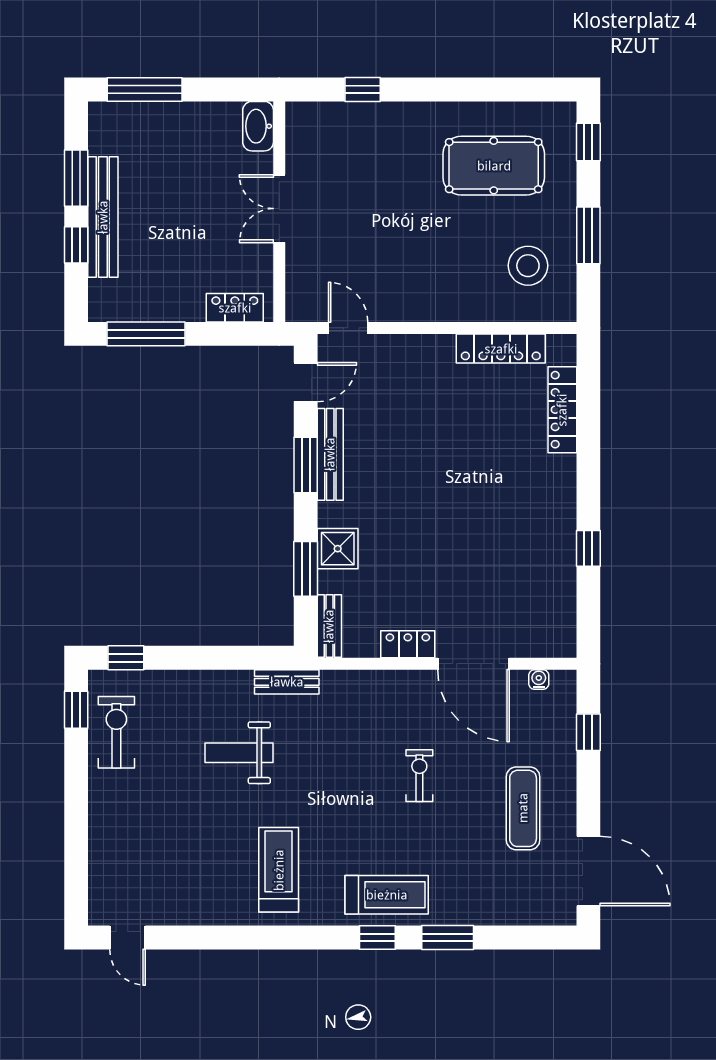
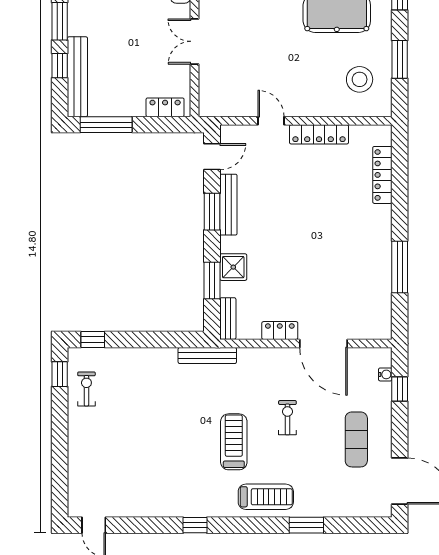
bench: (103, 217) -> (77, 77), moved
door: (348, 328) -> (271, 121), moved
locker: (501, 349) -> (319, 134), moved
window: (588, 548) -> (400, 267), width x2.17
water cooler: (539, 679) -> (385, 374), moved, turned 90
bench: (287, 682) -> (207, 355), width x1.36
exercise bike: (116, 732) -> (86, 389), width x0.73, depth x0.72
weight bench: (239, 753) -> (168, 403), removed
treadmill: (279, 870) -> (234, 442), moved
window: (377, 938) -> (195, 525), moved

